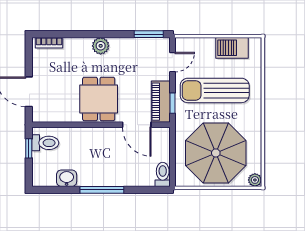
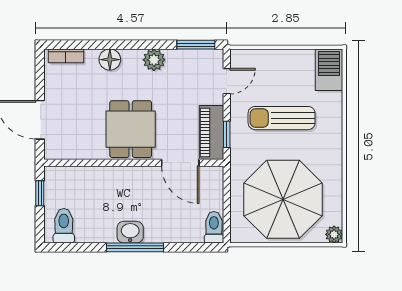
floor lamp: (83, 46) -> (110, 60), added
plant: (101, 46) -> (154, 60), moved
barbecue: (232, 48) -> (329, 70), moved, turned 90
sun lounger: (215, 90) -> (282, 118), width x0.73, depth x0.75
toilet: (45, 143) -> (64, 226), moved, turned -90
washbasin: (67, 178) -> (130, 232), moved

